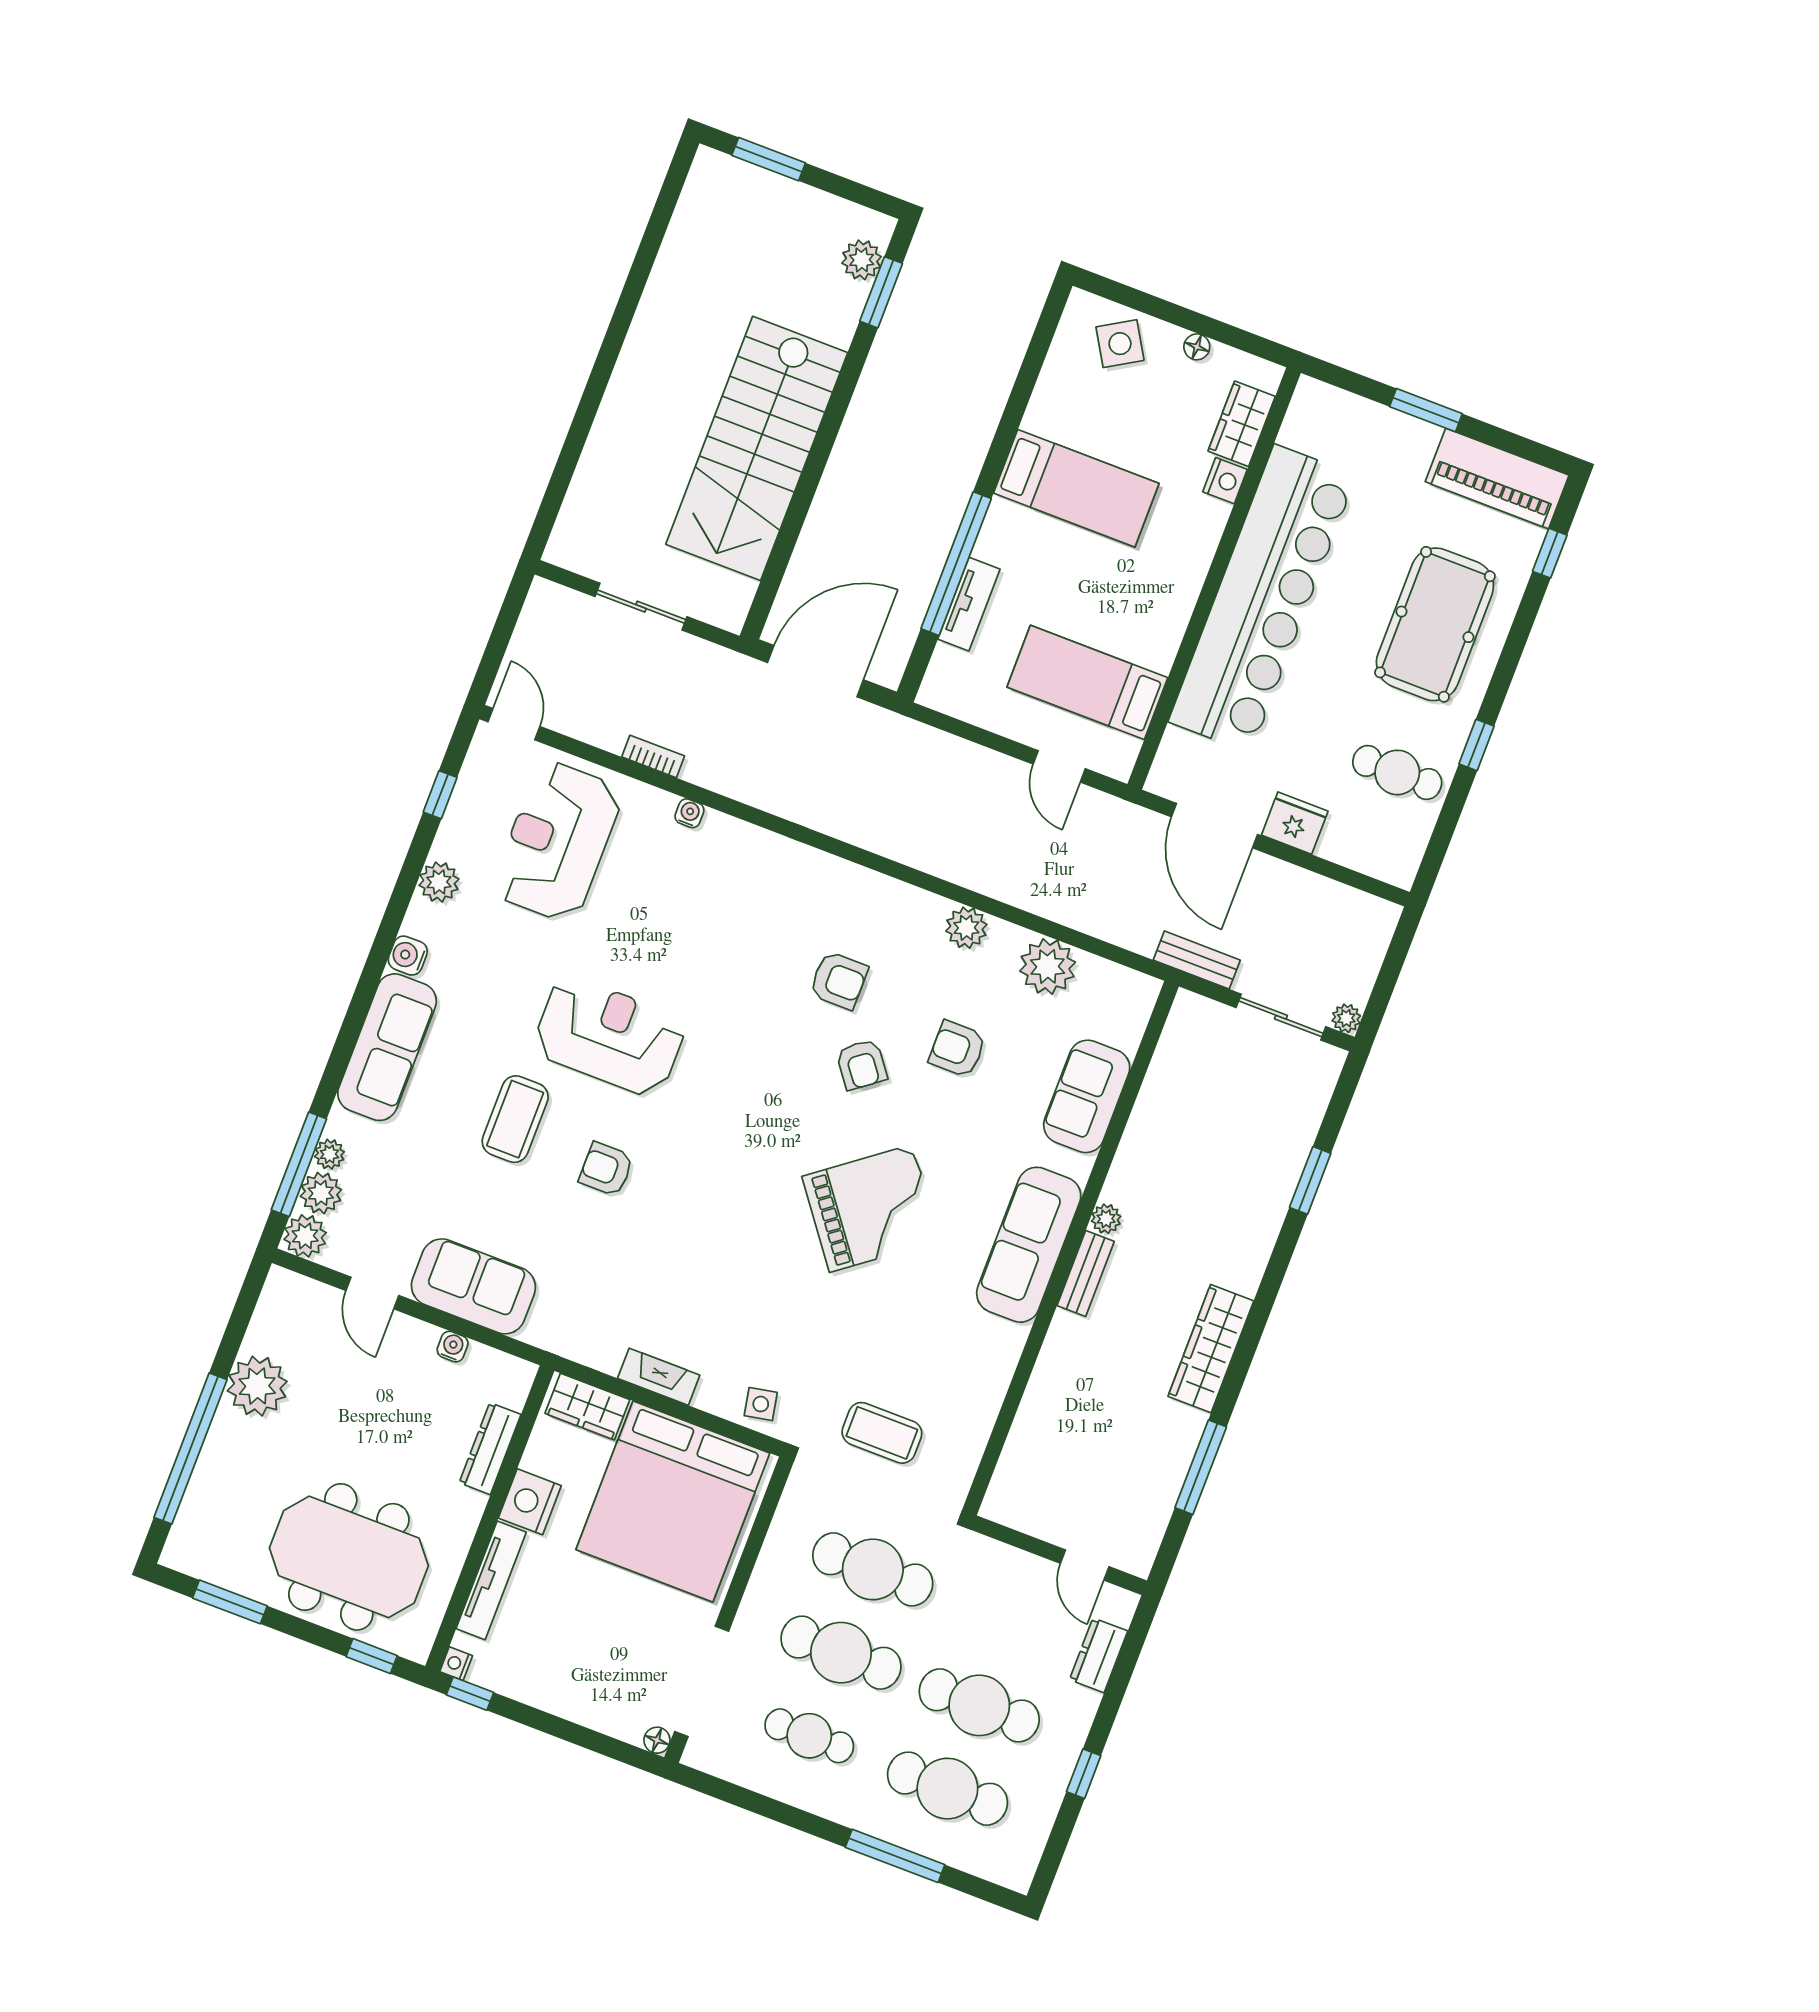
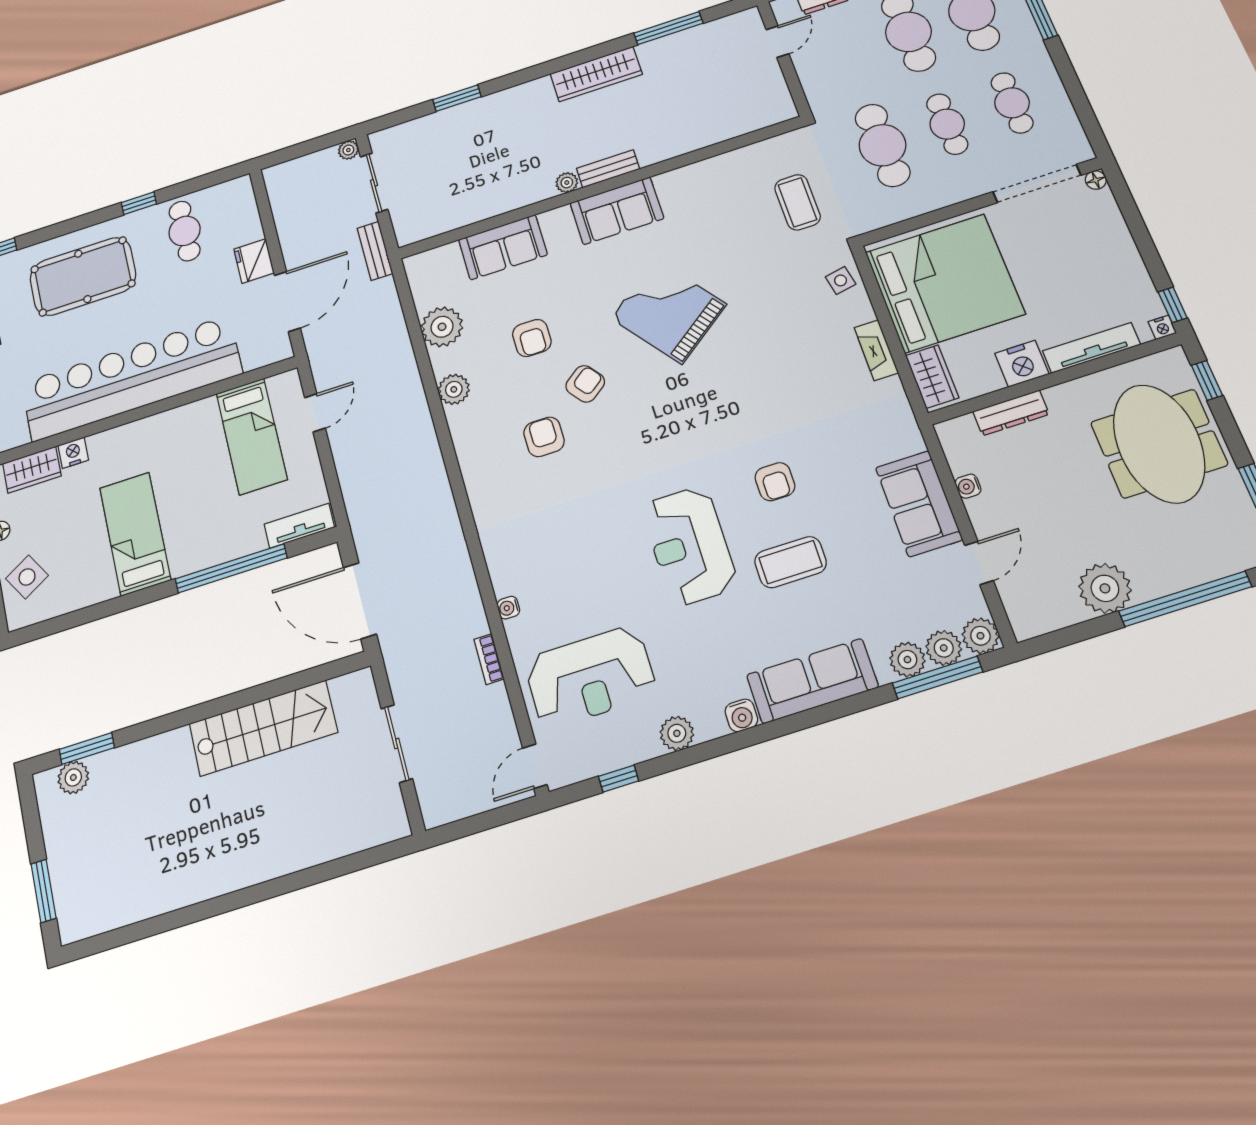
stairs: (757, 448) -> (263, 728), width x0.73, depth x0.66
tv unit: (969, 604) -> (299, 526), moved
plant: (329, 1154) -> (907, 660), width x1.38, depth x1.38
sofa: (1029, 1245) -> (617, 211), width x0.73
cafe table: (841, 1653) -> (947, 124), width x0.73, depth x0.74

